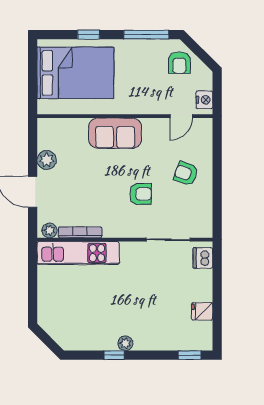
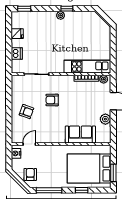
window: (33, 65) -> (113, 173), added
sofa: (115, 133) -> (80, 134), moved
dishwasher: (203, 258) -> (17, 54), moved

